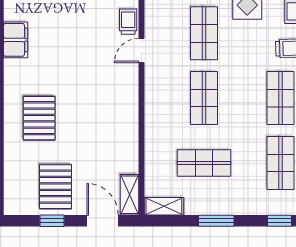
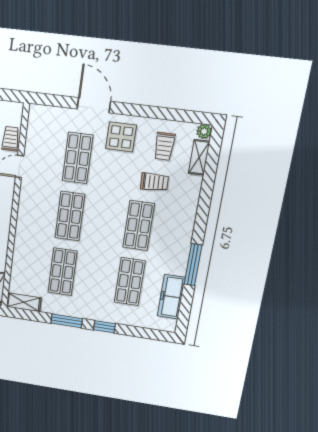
shop shelf: (204, 163) -> (63, 272), turned 90
window: (280, 221) -> (104, 327), moved

